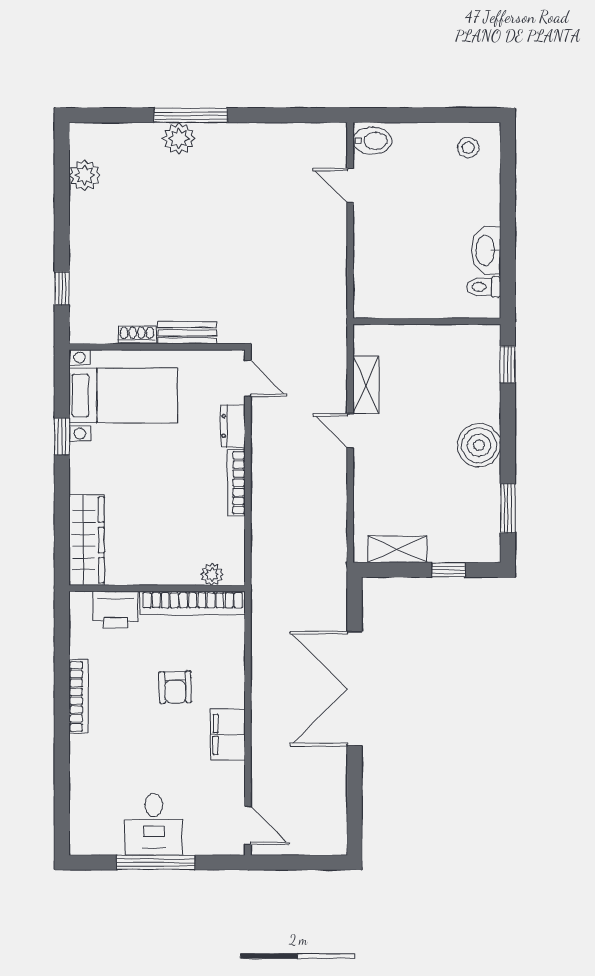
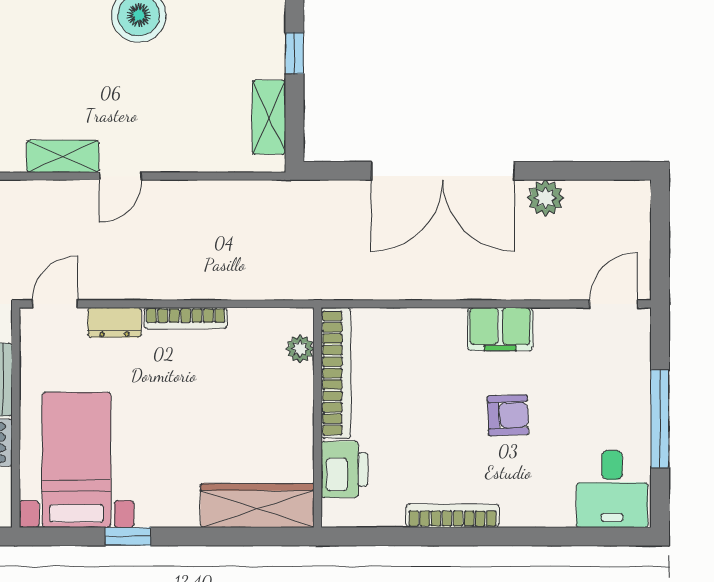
armchair: (175, 687) -> (508, 415), moved
plant: (333, 771) -> (546, 198), added
desk: (154, 824) -> (612, 489), moved, turned 90

